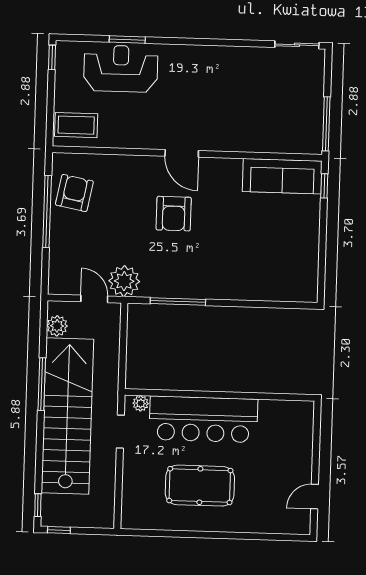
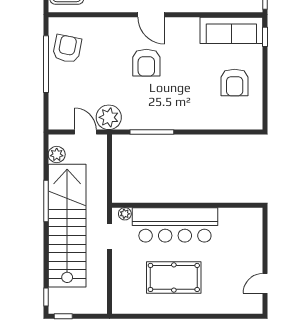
armchair: (284, 242) -> (235, 82), added

